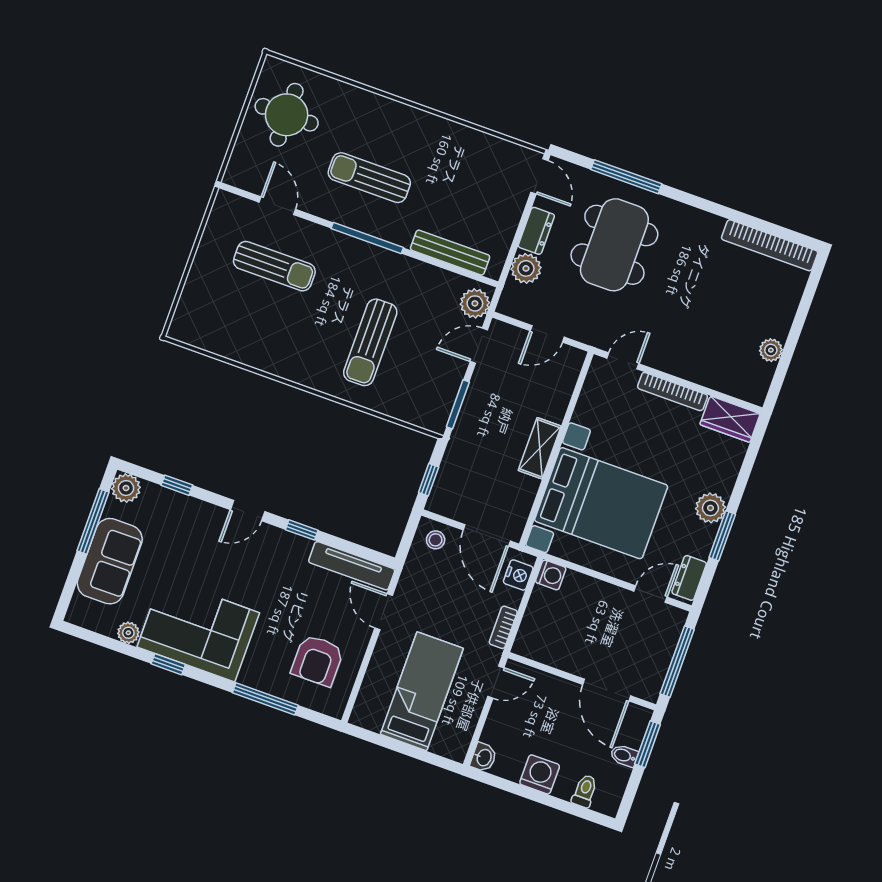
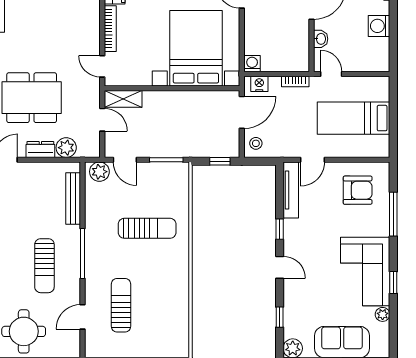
shelving: (540, 448) -> (123, 99), moved
washbasin: (484, 757) -> (321, 39), moved, turned 90

